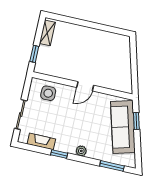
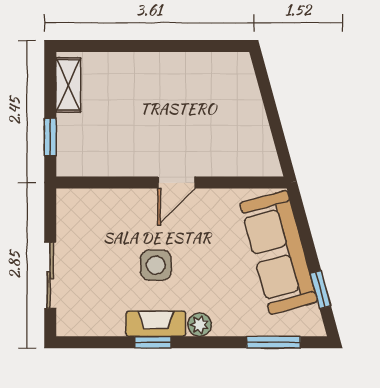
side table: (48, 93) -> (156, 265), moved
window: (136, 121) -> (320, 290), moved
fireplace: (41, 141) -> (156, 324), moved

